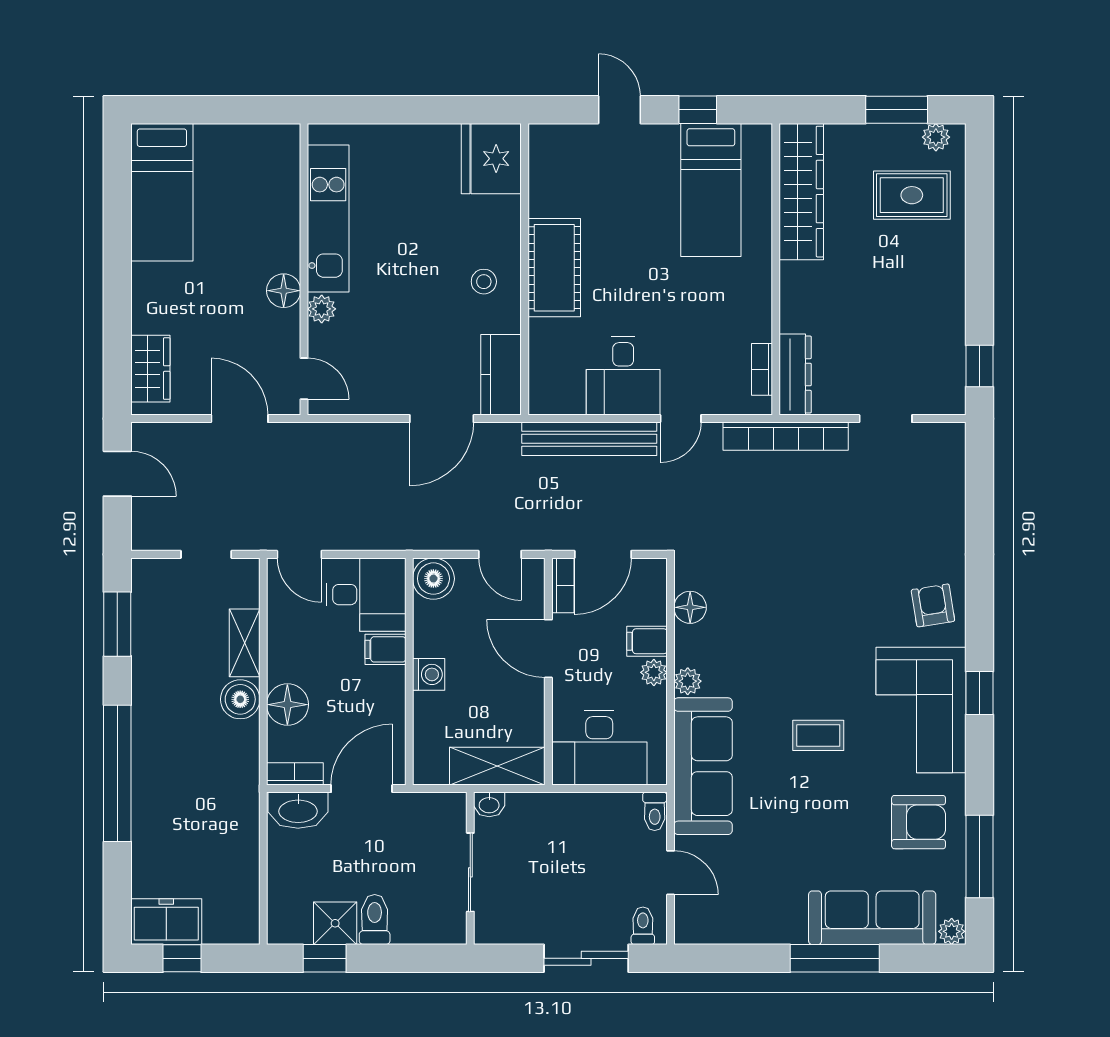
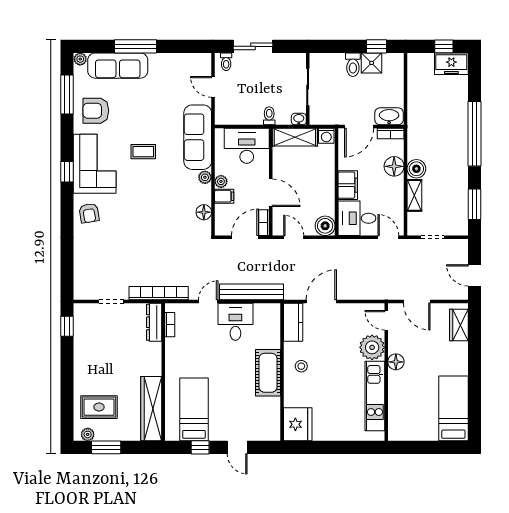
plant: (322, 309) -> (372, 347), width x1.88, depth x1.88
filing cabinet: (385, 649) -> (348, 185), width x2.00
washing machine: (429, 674) -> (326, 136), moved, turned -90
toilet: (655, 811) -> (269, 116), moved

